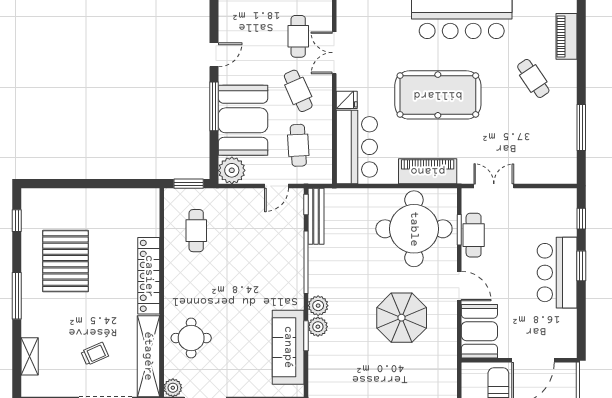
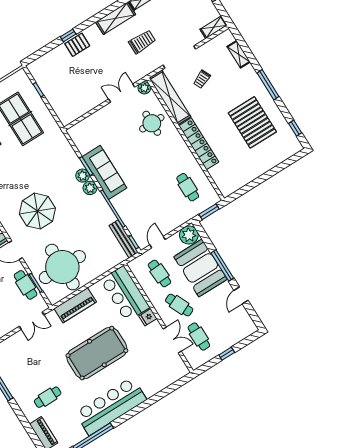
cafe table: (533, 78) -> (48, 397), turned -56
sofa: (288, 347) -> (104, 172), moved

